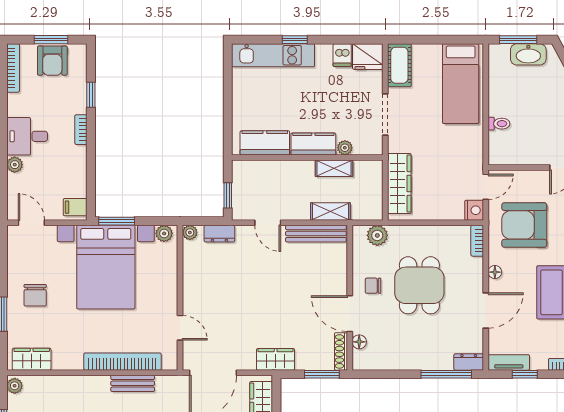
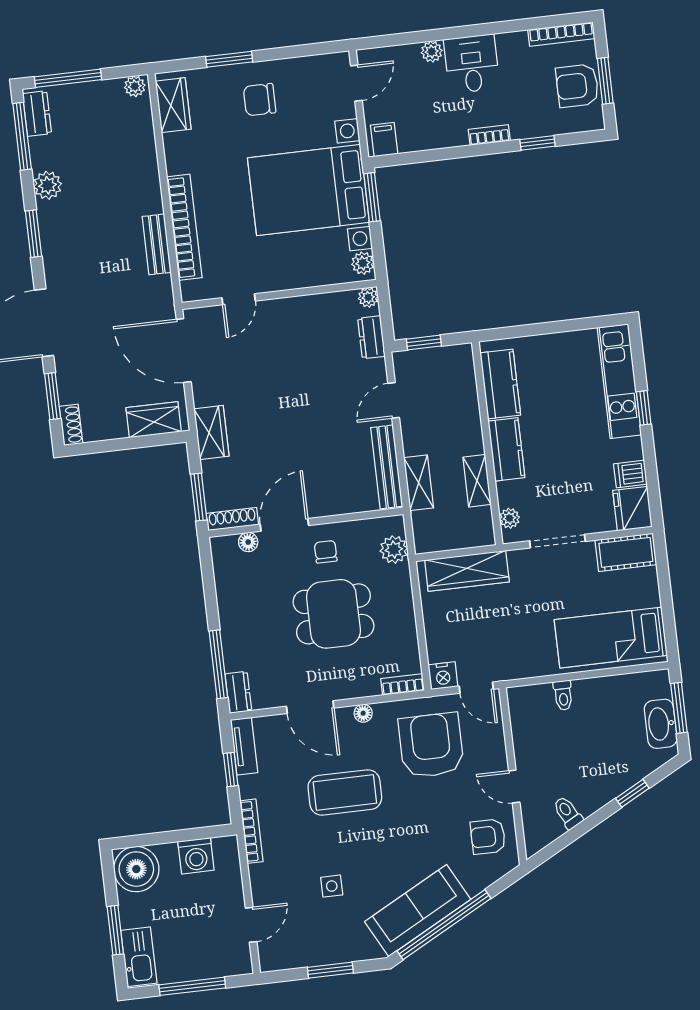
plant: (345, 148) -> (509, 518), moved

